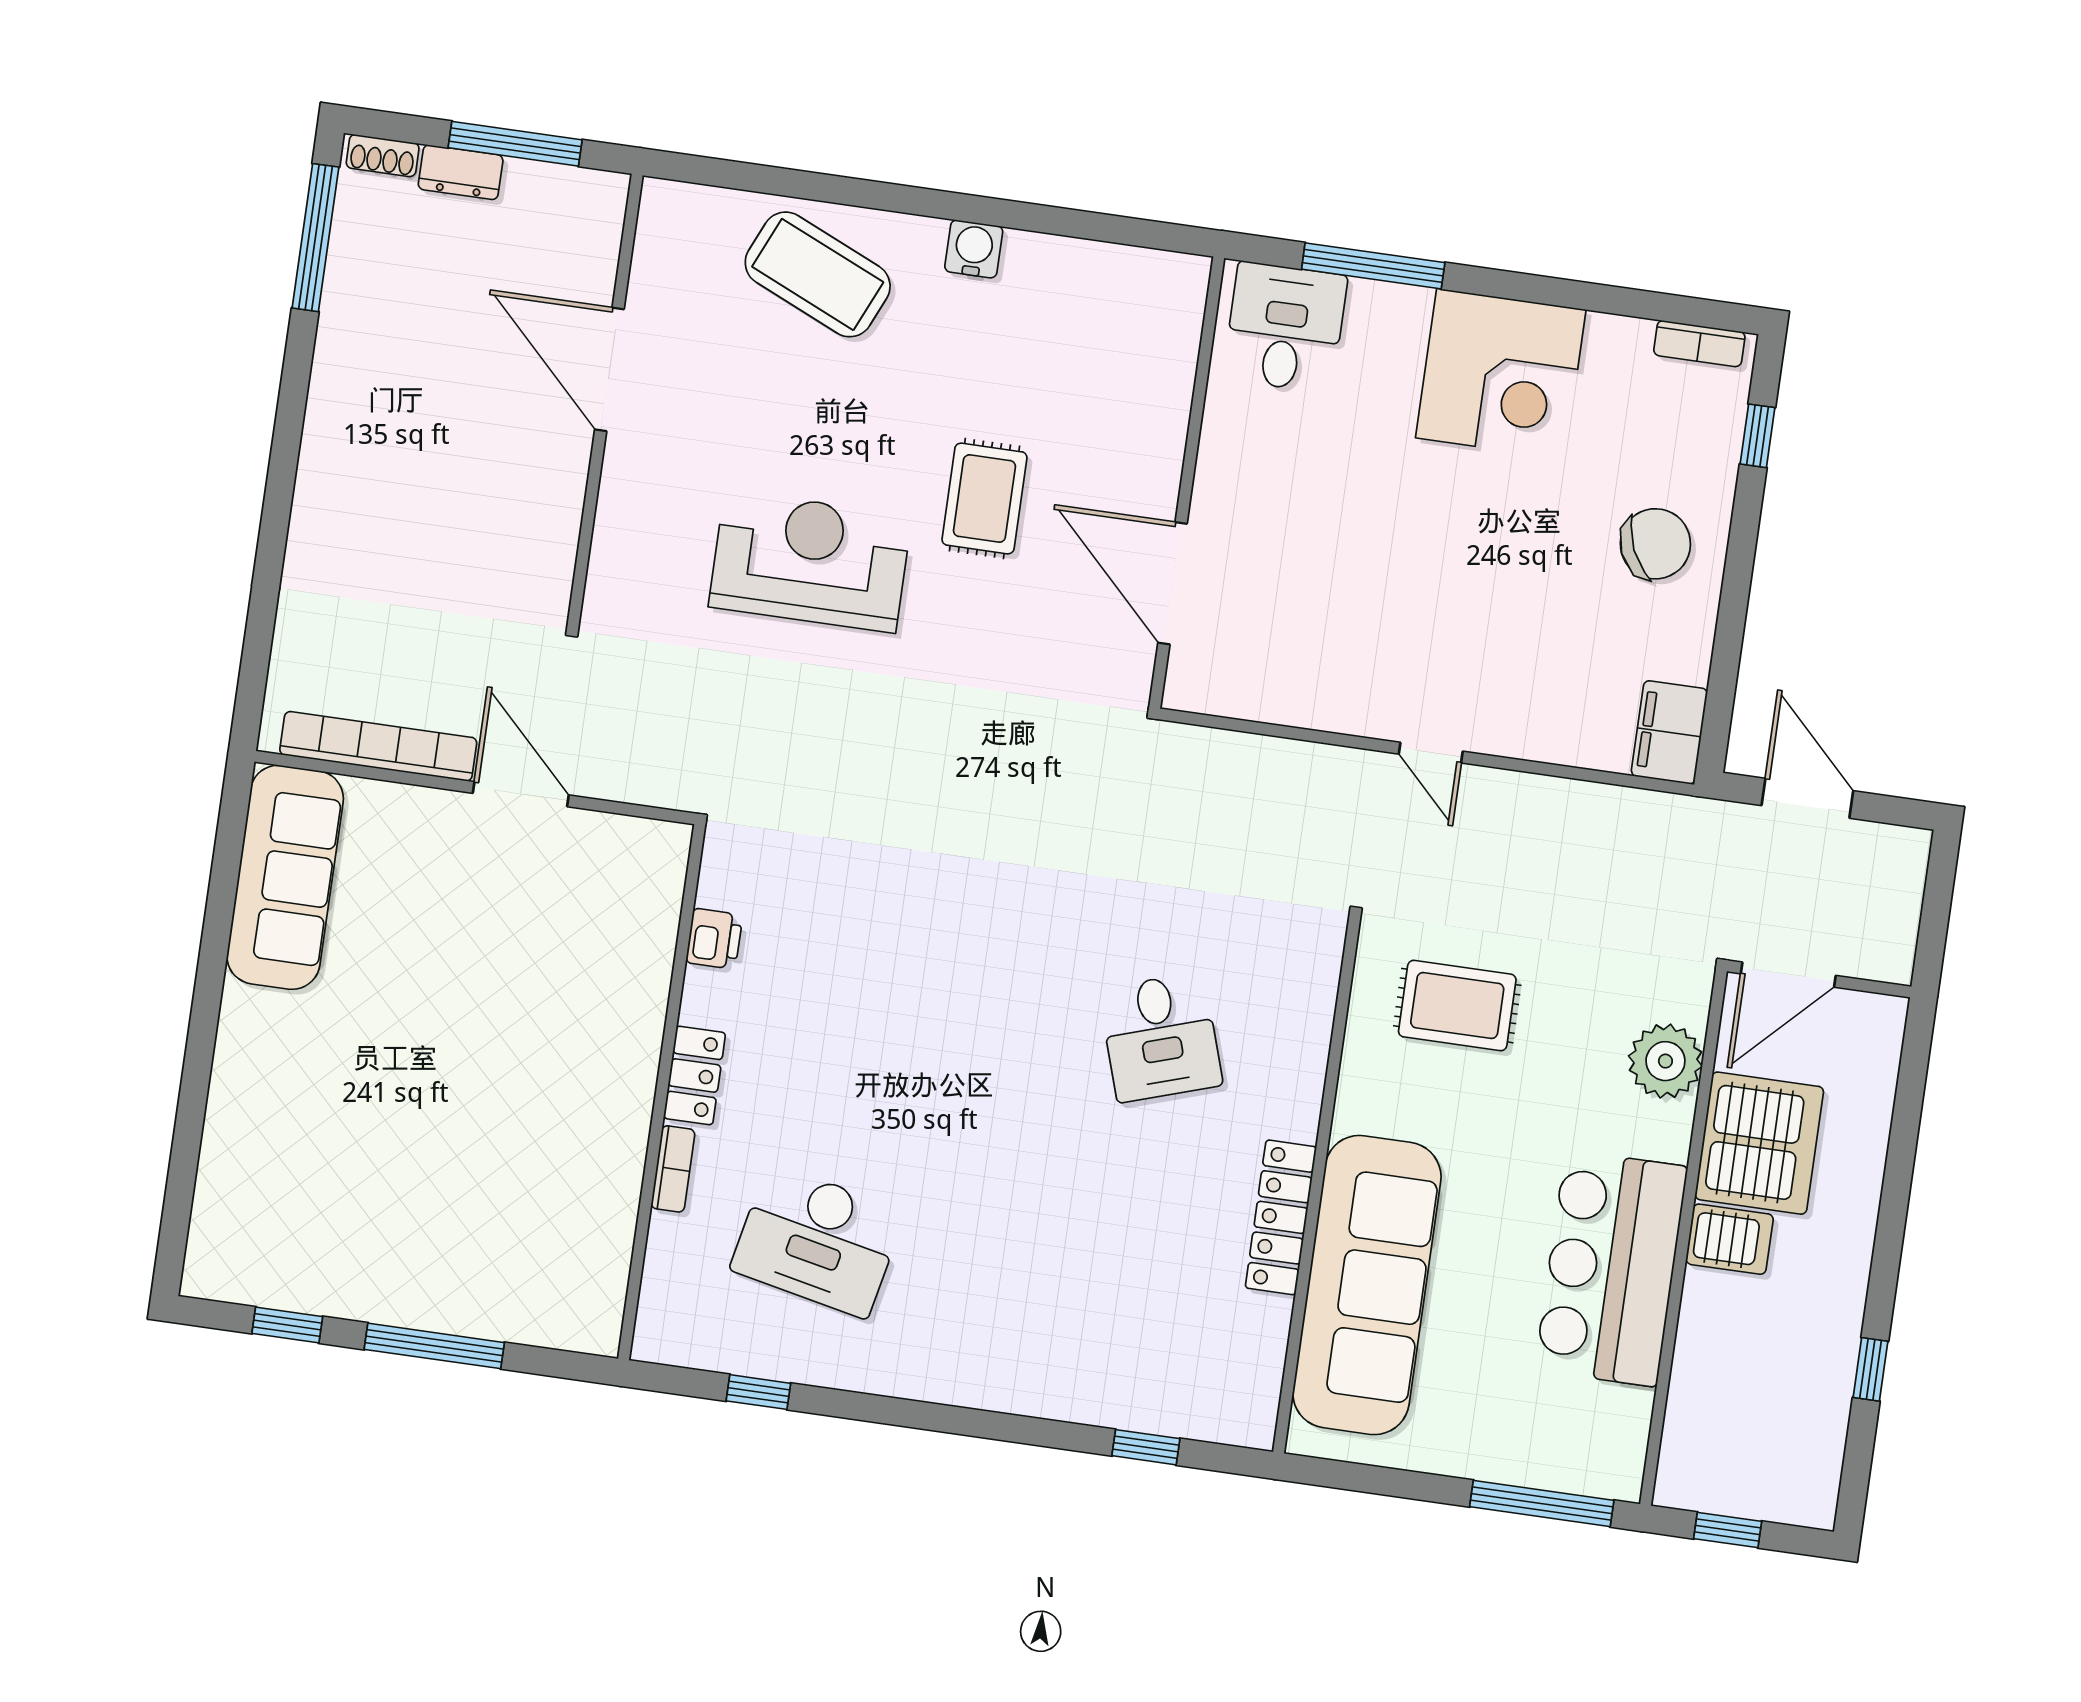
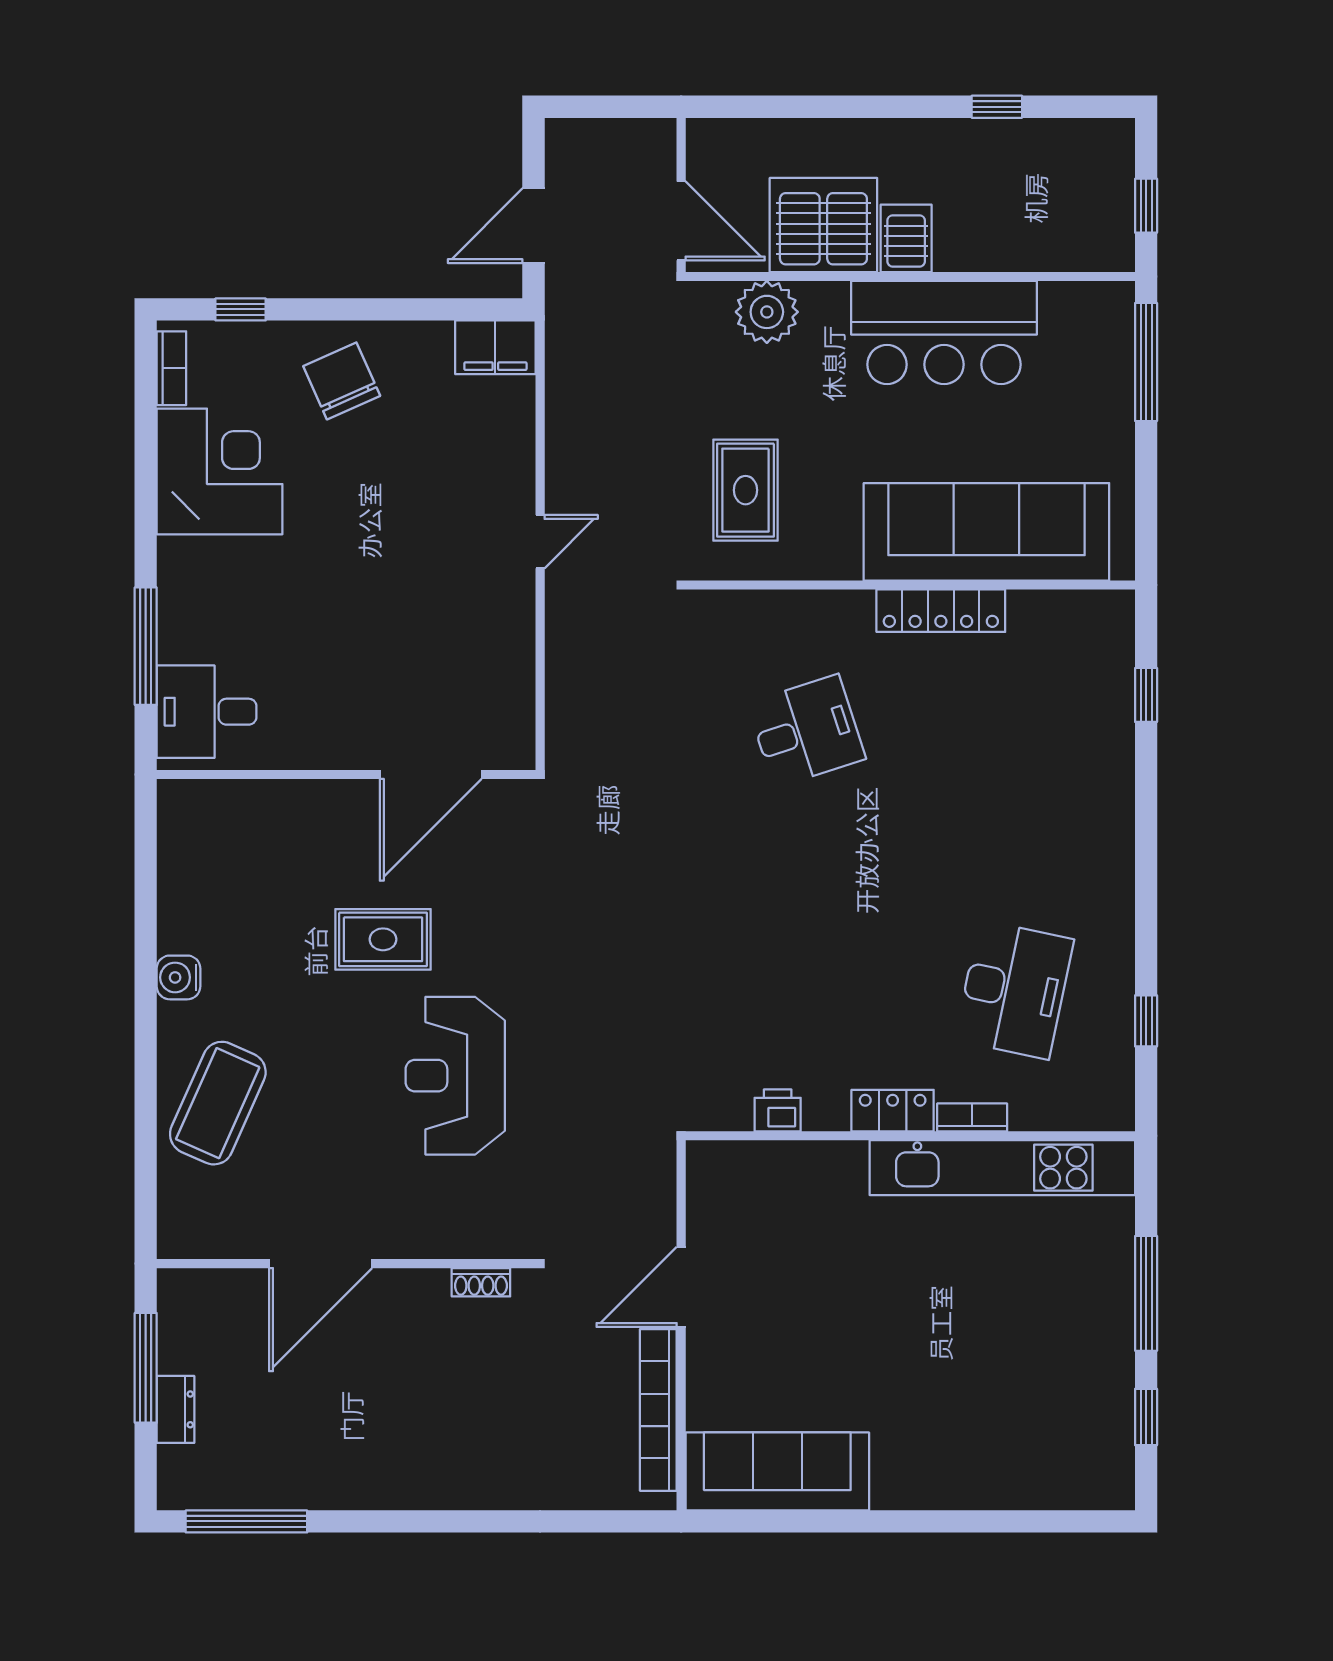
shoe rack: (383, 156) -> (481, 1282), moved, turned 90
corner desk: (1501, 374) -> (220, 471), moved
kitchen unit: (608, 1196) -> (1002, 1168), added

